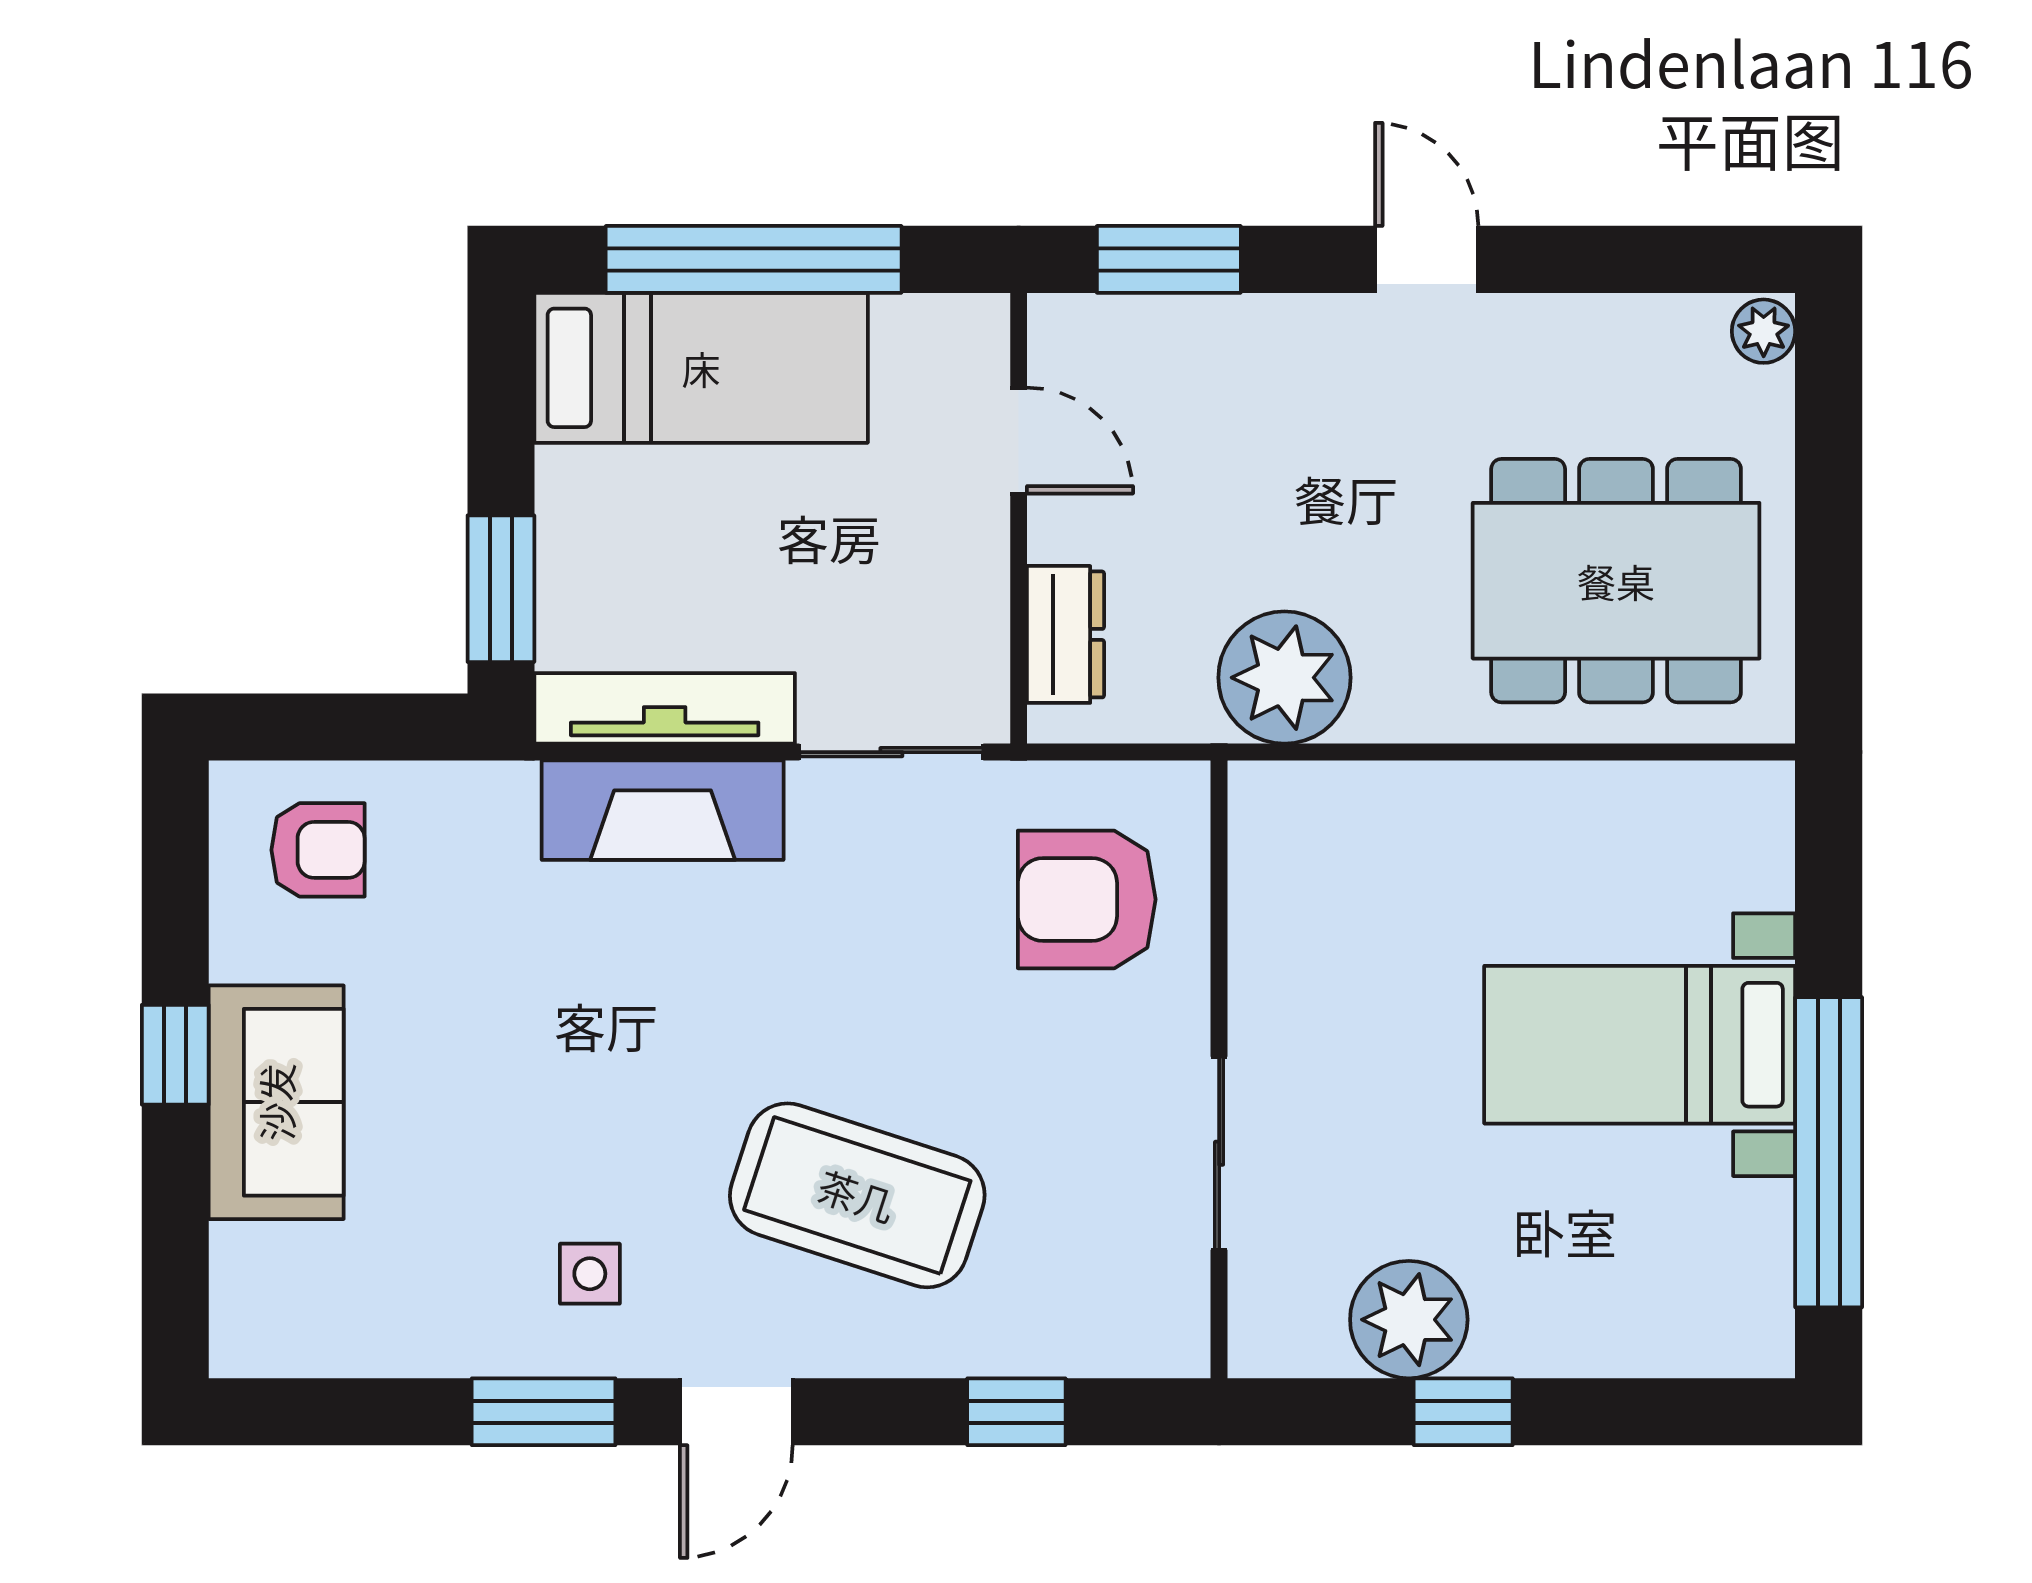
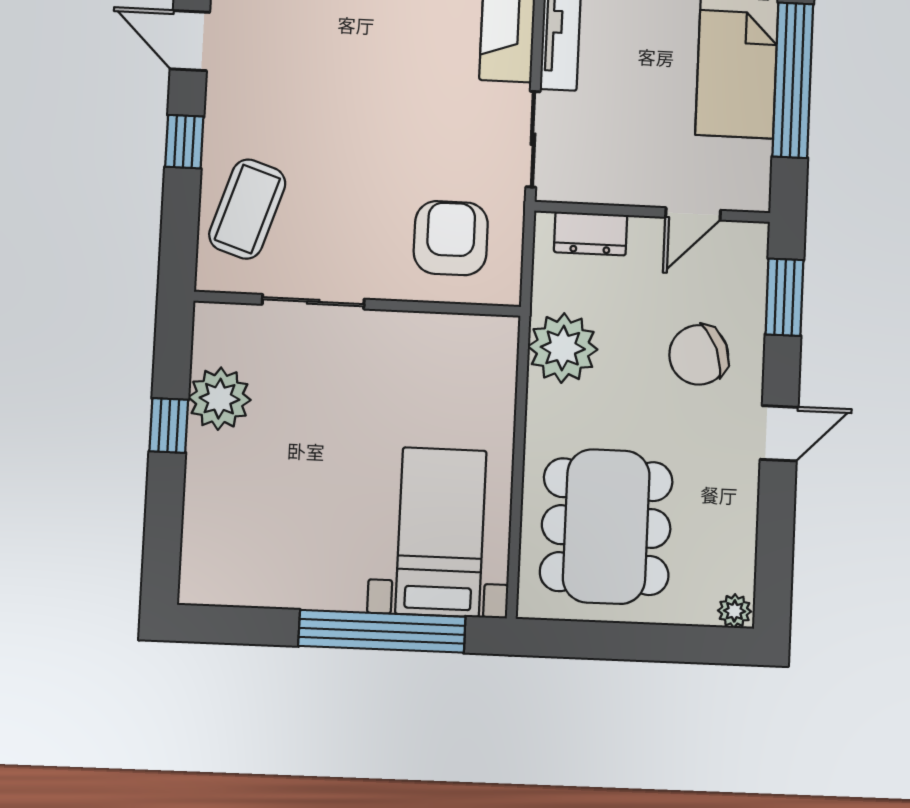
chair: (1286, 419) -> (699, 355), added
bed with nightstands: (1640, 1045) -> (441, 532), moved
window: (1829, 1152) -> (382, 631), moved
coffee table: (857, 1195) -> (247, 209), moved, width x0.73, depth x0.76
window: (1016, 1412) -> (184, 142), moved

